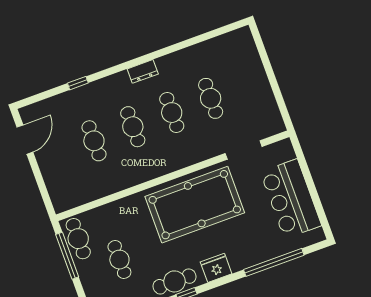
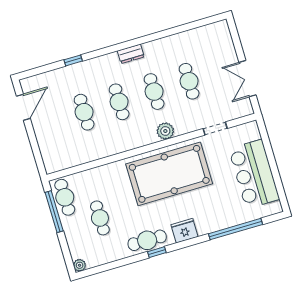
double door: (277, 91) -> (247, 79), added
doorway: (244, 150) -> (215, 128), width x0.73
plant: (187, 156) -> (165, 131), added

